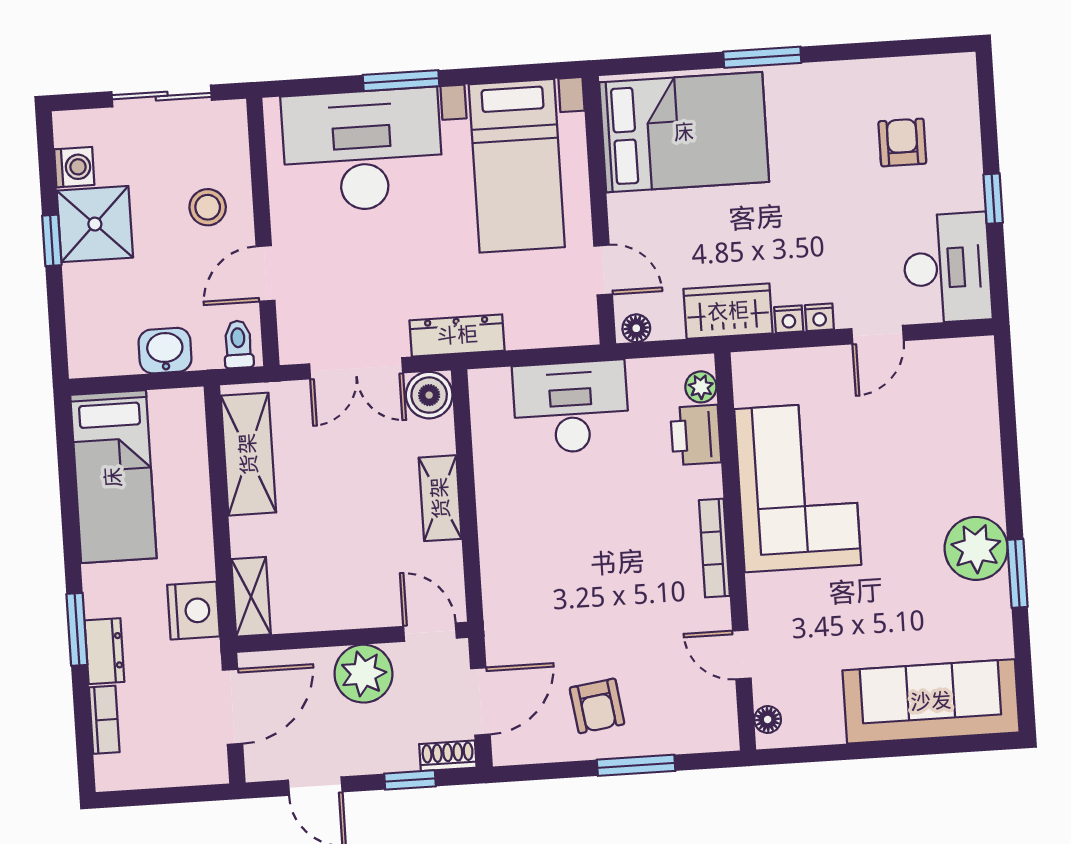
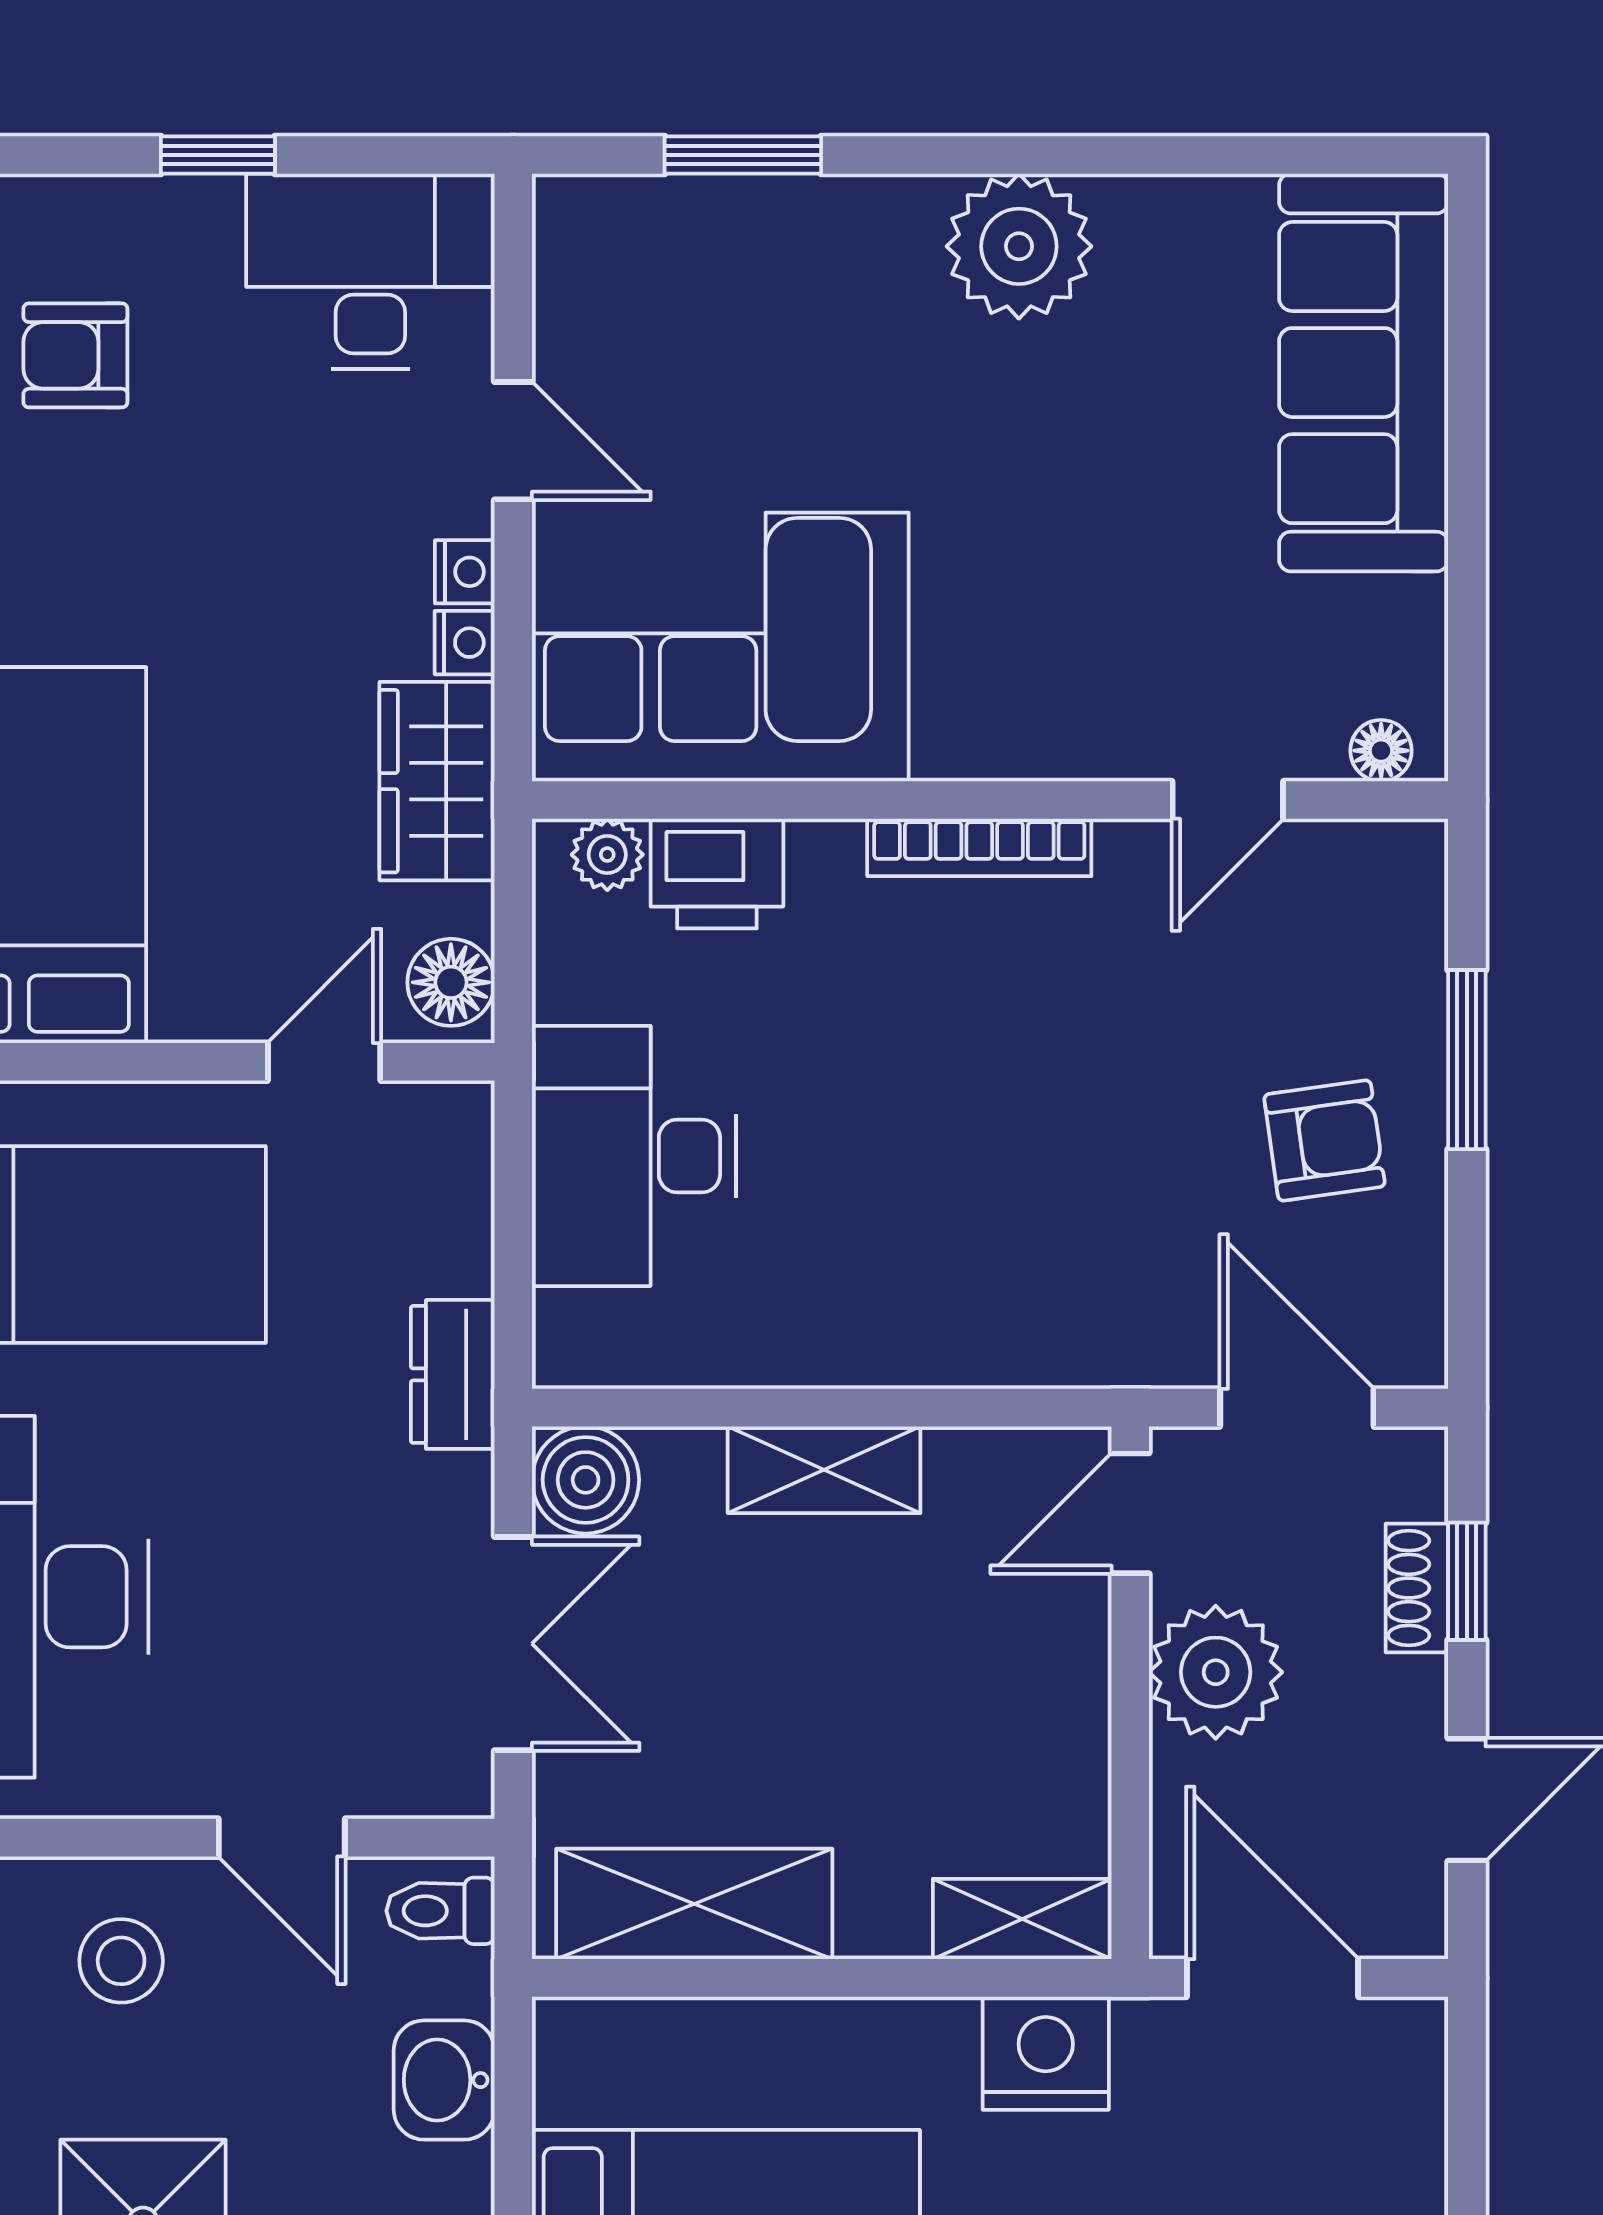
floor lamp: (636, 328) -> (451, 982), width x1.37, depth x1.37
dresser: (457, 335) -> (453, 1374), width x0.70
corner sofa: (798, 487) -> (720, 647), moved
window: (1017, 573) -> (743, 155), moved
shoe rack: (448, 756) -> (1417, 1588), moved

